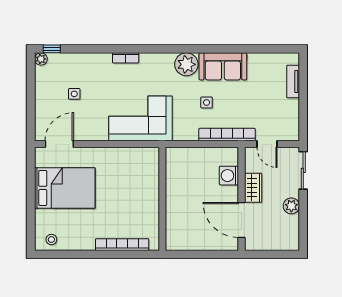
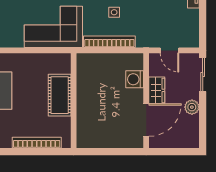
bookcase: (227, 135) -> (109, 42), moved
cot: (147, 193) -> (60, 95), added
door: (242, 220) -> (146, 120), swing flipped

